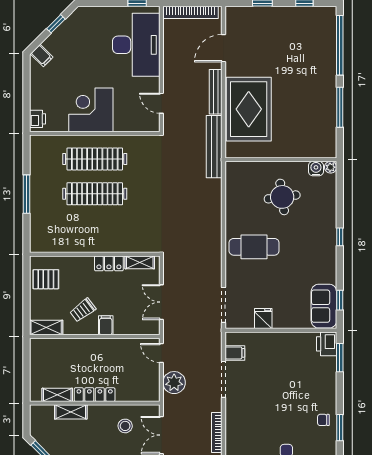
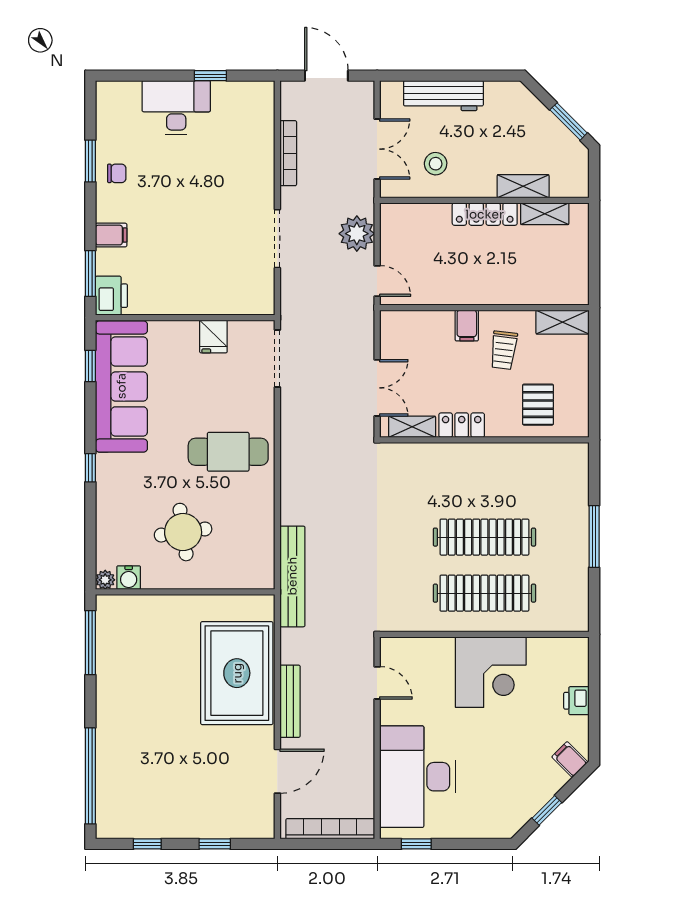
window: (340, 107) -> (90, 643), moved
printer: (38, 119) -> (576, 701), moved
bench: (214, 147) -> (292, 576), moved
pallet: (46, 279) -> (538, 405), moved, turned 90
double door: (161, 302) -> (377, 388), moved
sofa: (324, 306) -> (121, 386), width x1.85, depth x1.27
trolley: (83, 310) -> (504, 350), turned 134
filing cabinet: (235, 353) -> (111, 235), moved, turned 180

